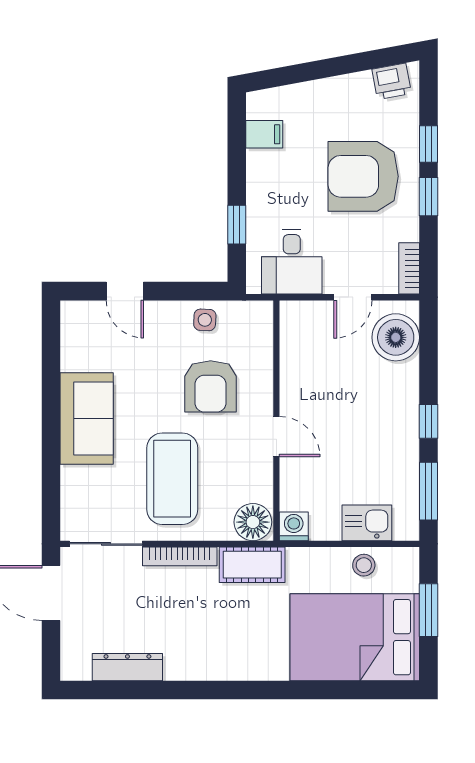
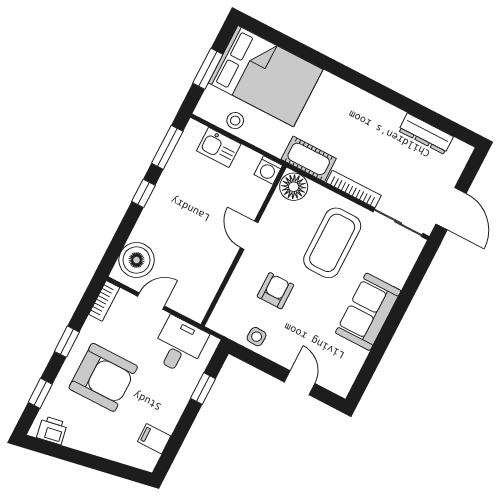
window: (429, 144) -> (40, 393), moved
armchair: (211, 386) -> (275, 291), width x0.72, depth x0.72

